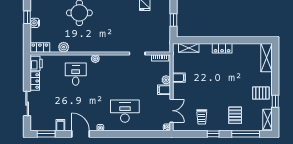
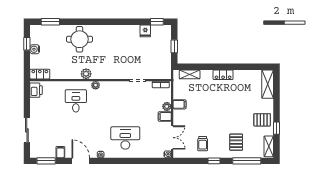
plant: (64, 47) -> (86, 74), moved
locker: (35, 81) -> (35, 108), removed

